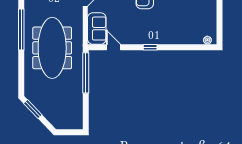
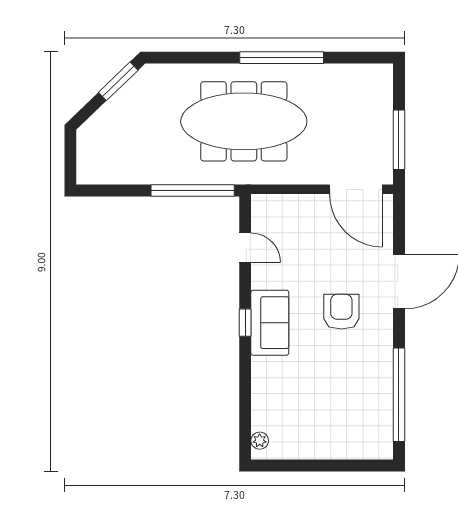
sofa: (97, 29) -> (270, 323), moved, turned -90
door: (114, 47) -> (245, 248), hinge flipped

